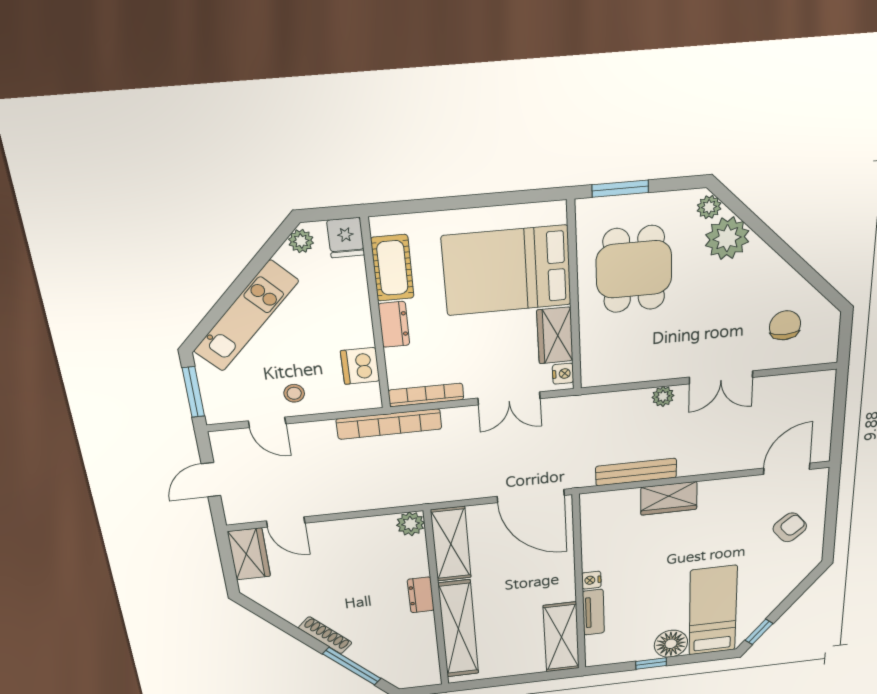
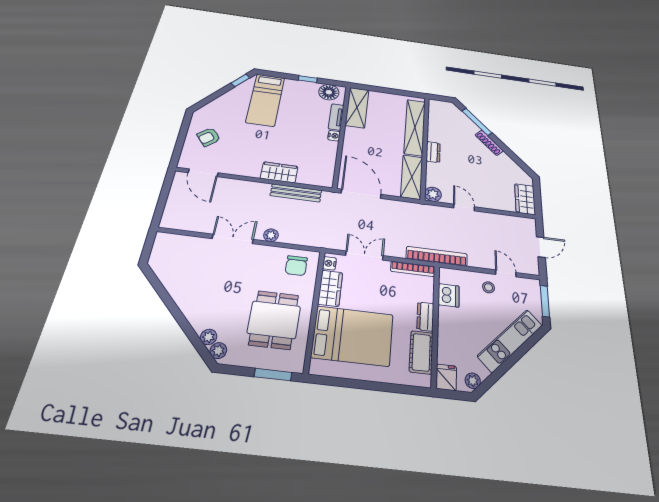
plant: (727, 238) -> (209, 337), width x0.53, depth x0.53
chair: (785, 325) -> (296, 266), moved
door: (787, 469) -> (203, 173), hinge flipped
door: (286, 522) -> (464, 207), moved
floor lamp: (671, 644) -> (329, 92), moved

